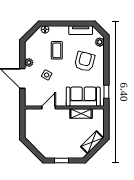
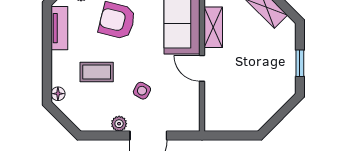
door: (49, 107) -> (202, 68), moved

